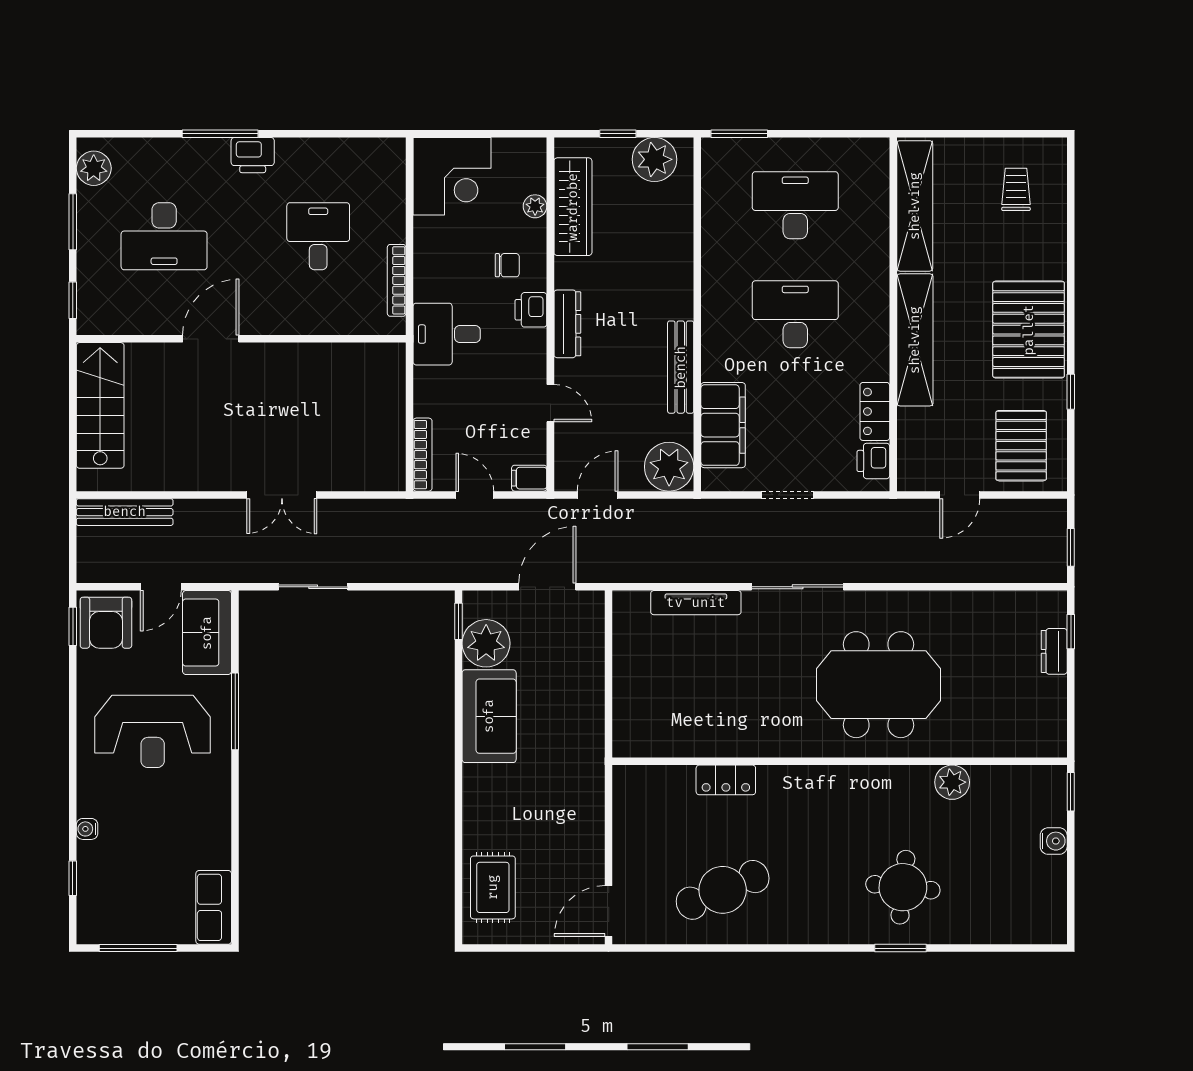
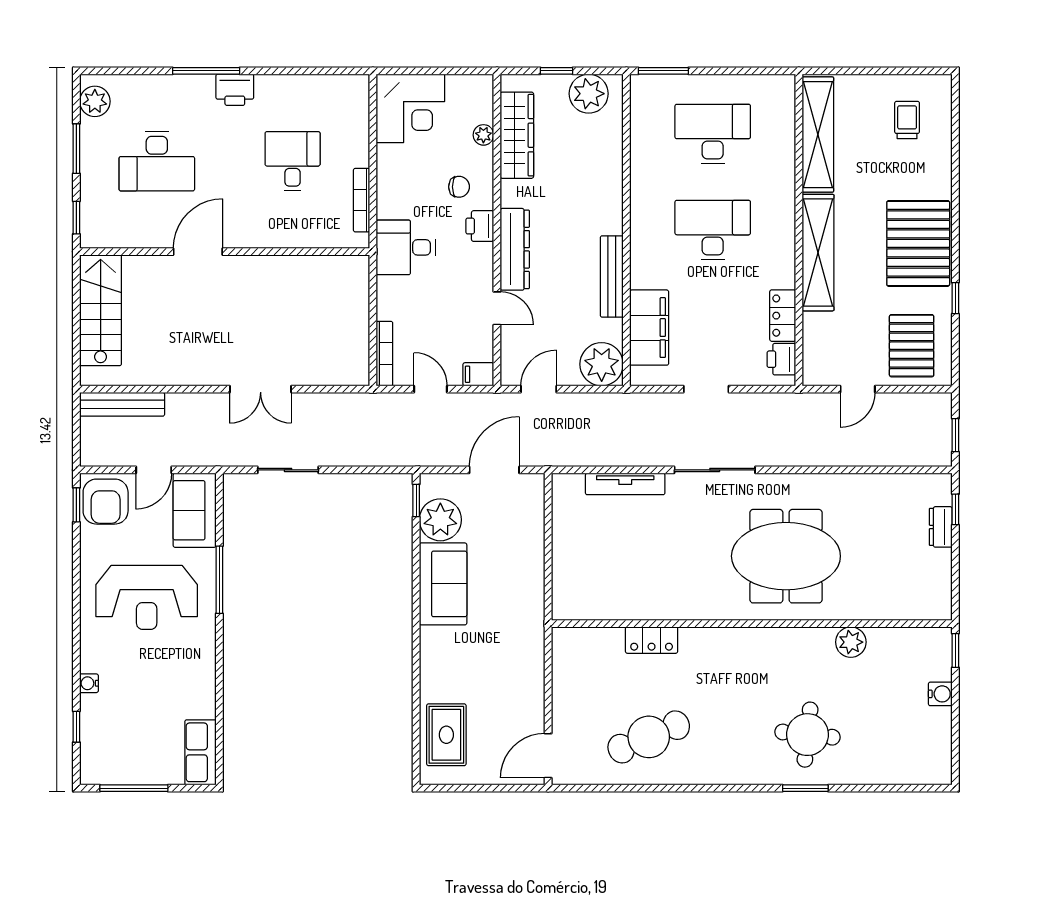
dresser: (567, 324) -> (515, 249), width x1.37, depth x1.24

